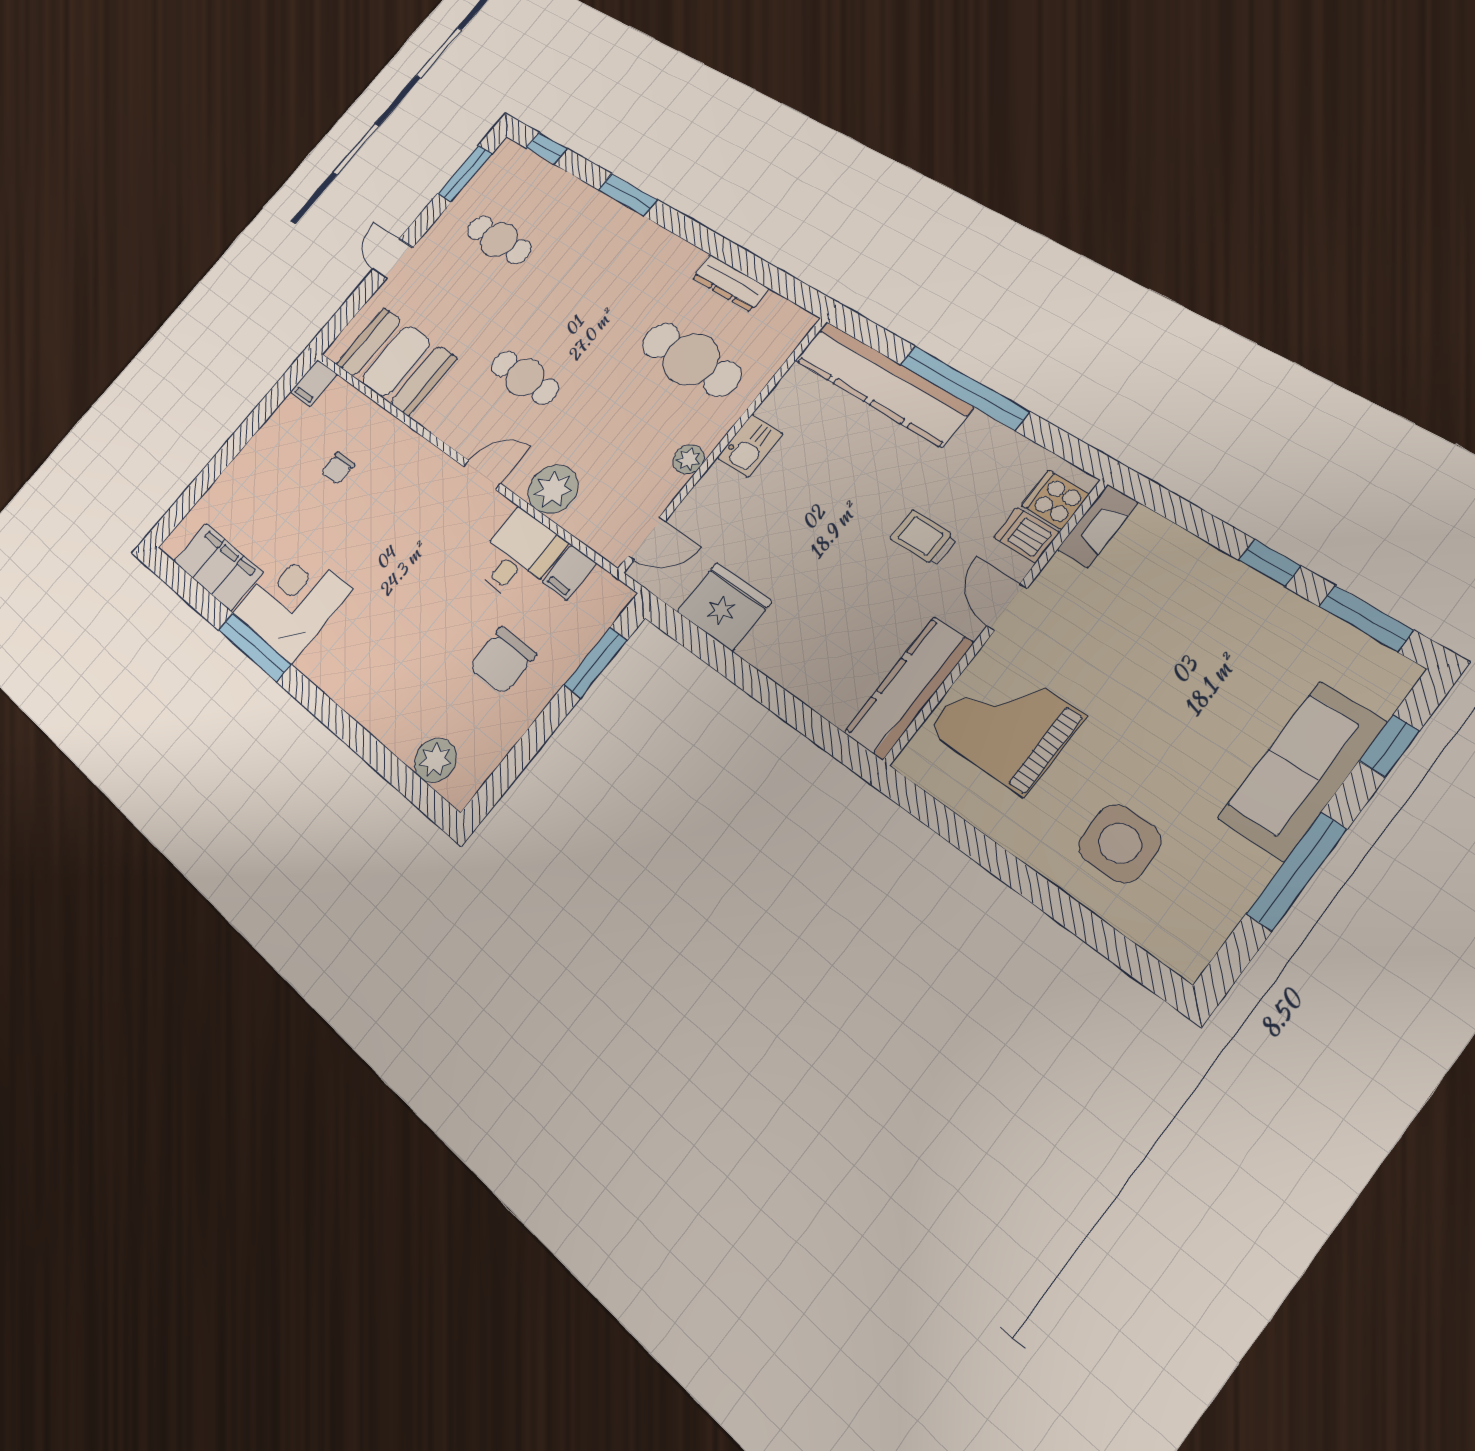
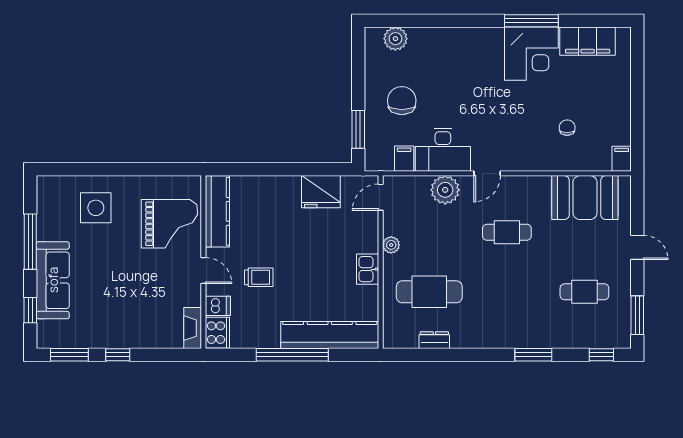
dresser: (730, 283) -> (434, 340), width x0.70
cooker: (1055, 500) -> (217, 333), width x1.36
desk: (518, 555) -> (443, 150), width x1.37

